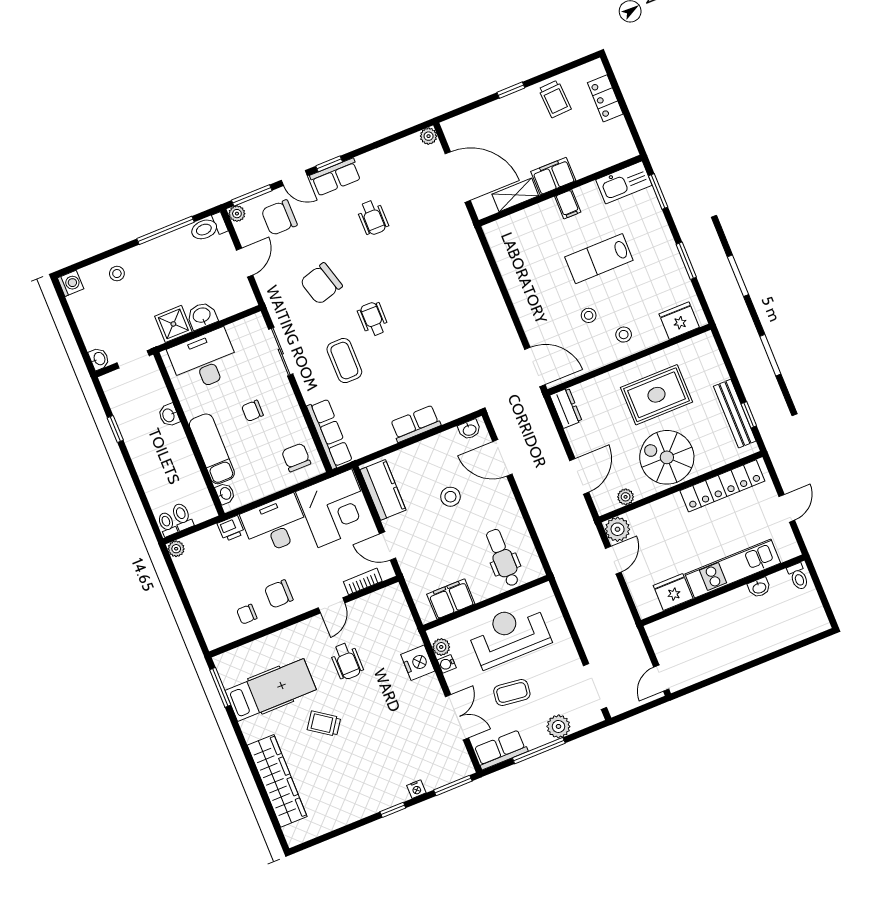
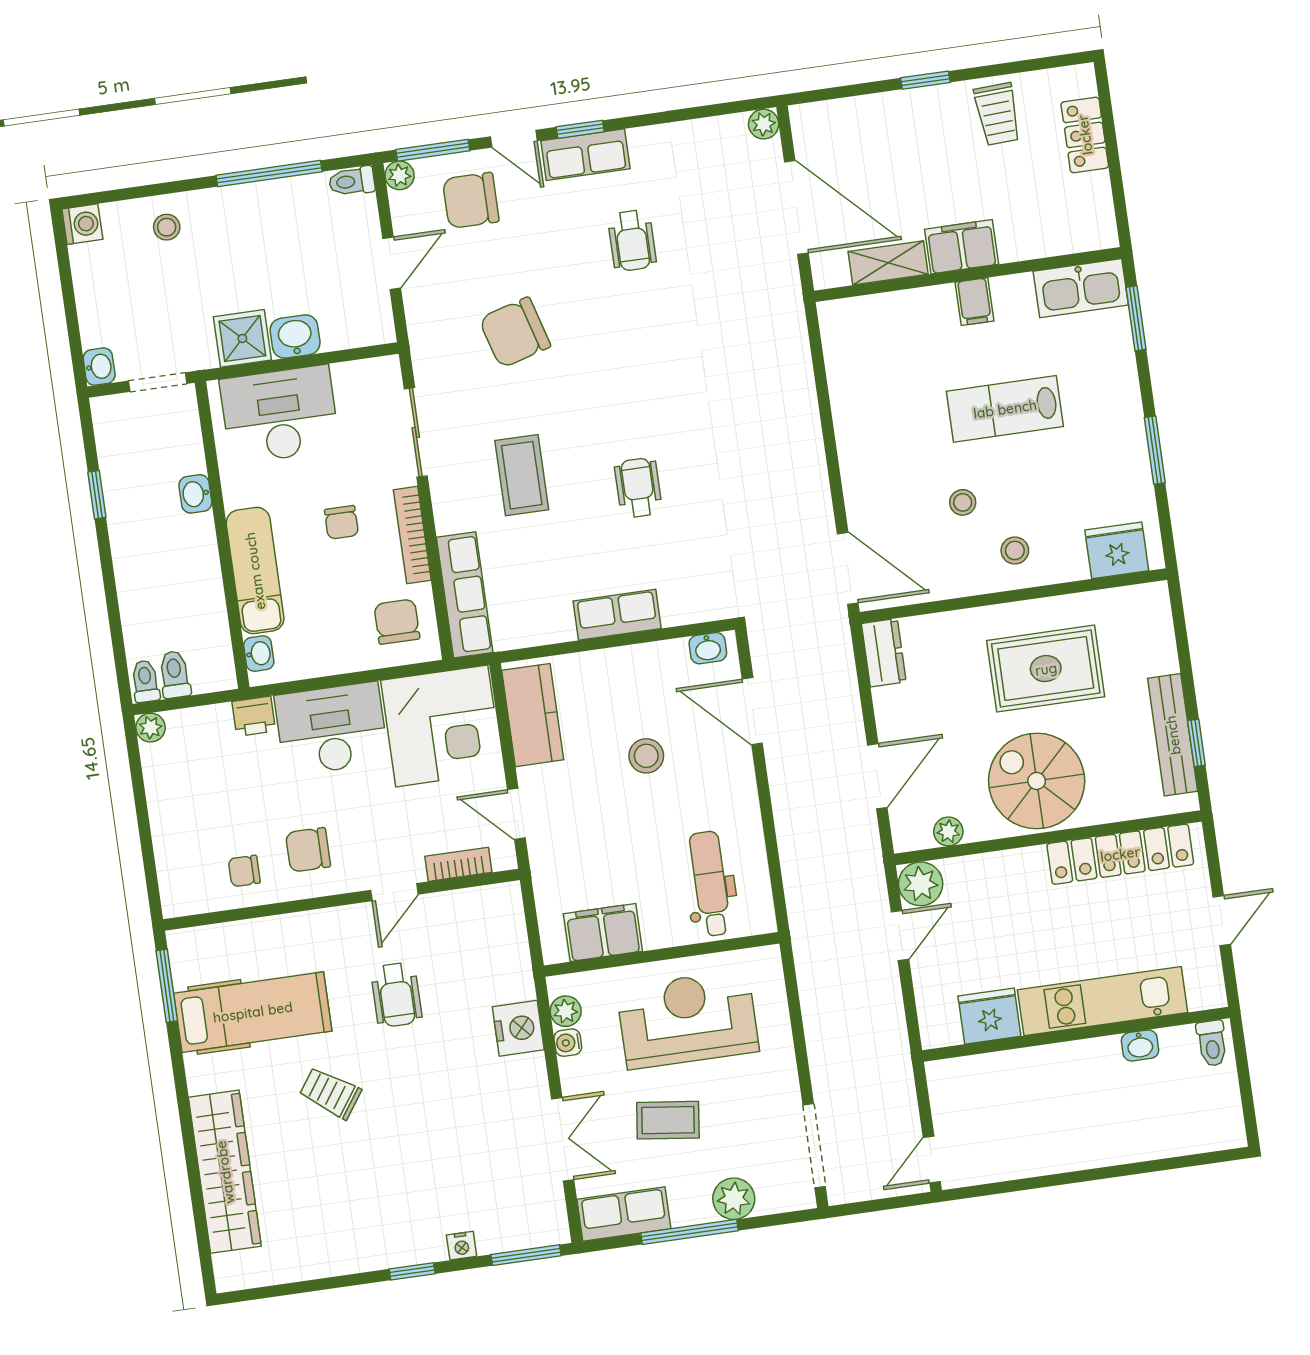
toilet: (208, 228) -> (352, 181), width x0.73, depth x0.72
wheelchair: (373, 319) -> (638, 488), moved
bookcase: (293, 408) -> (412, 535), added
chair: (252, 411) -> (341, 522), turned -90

